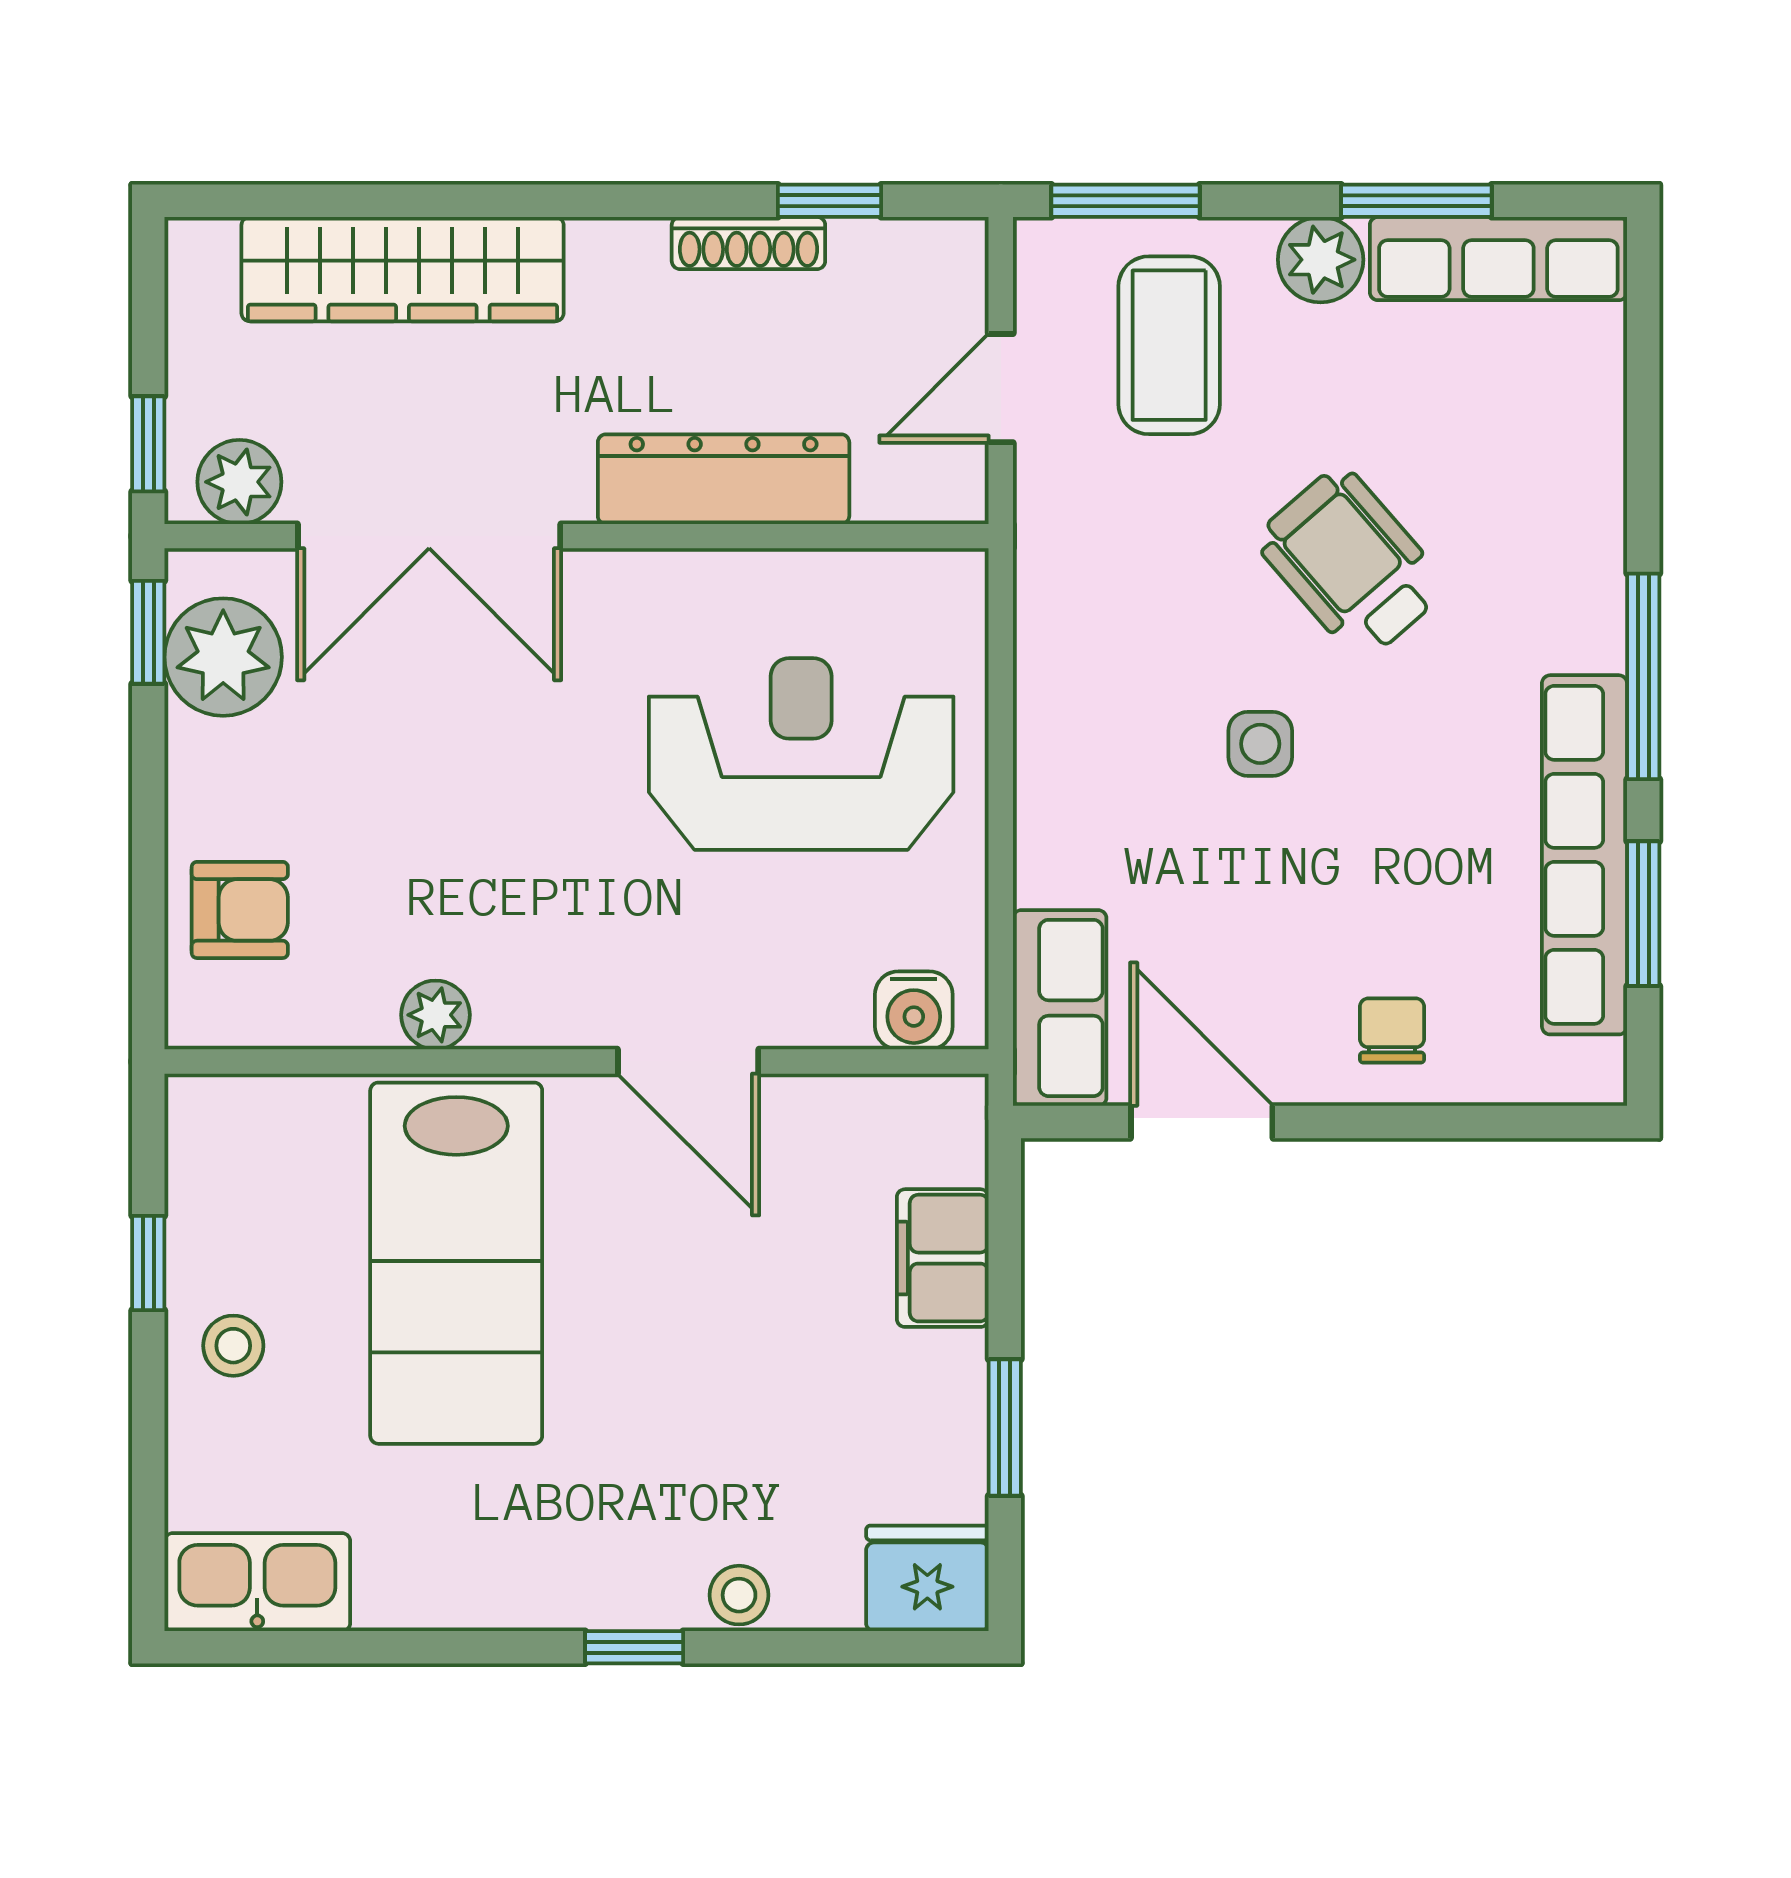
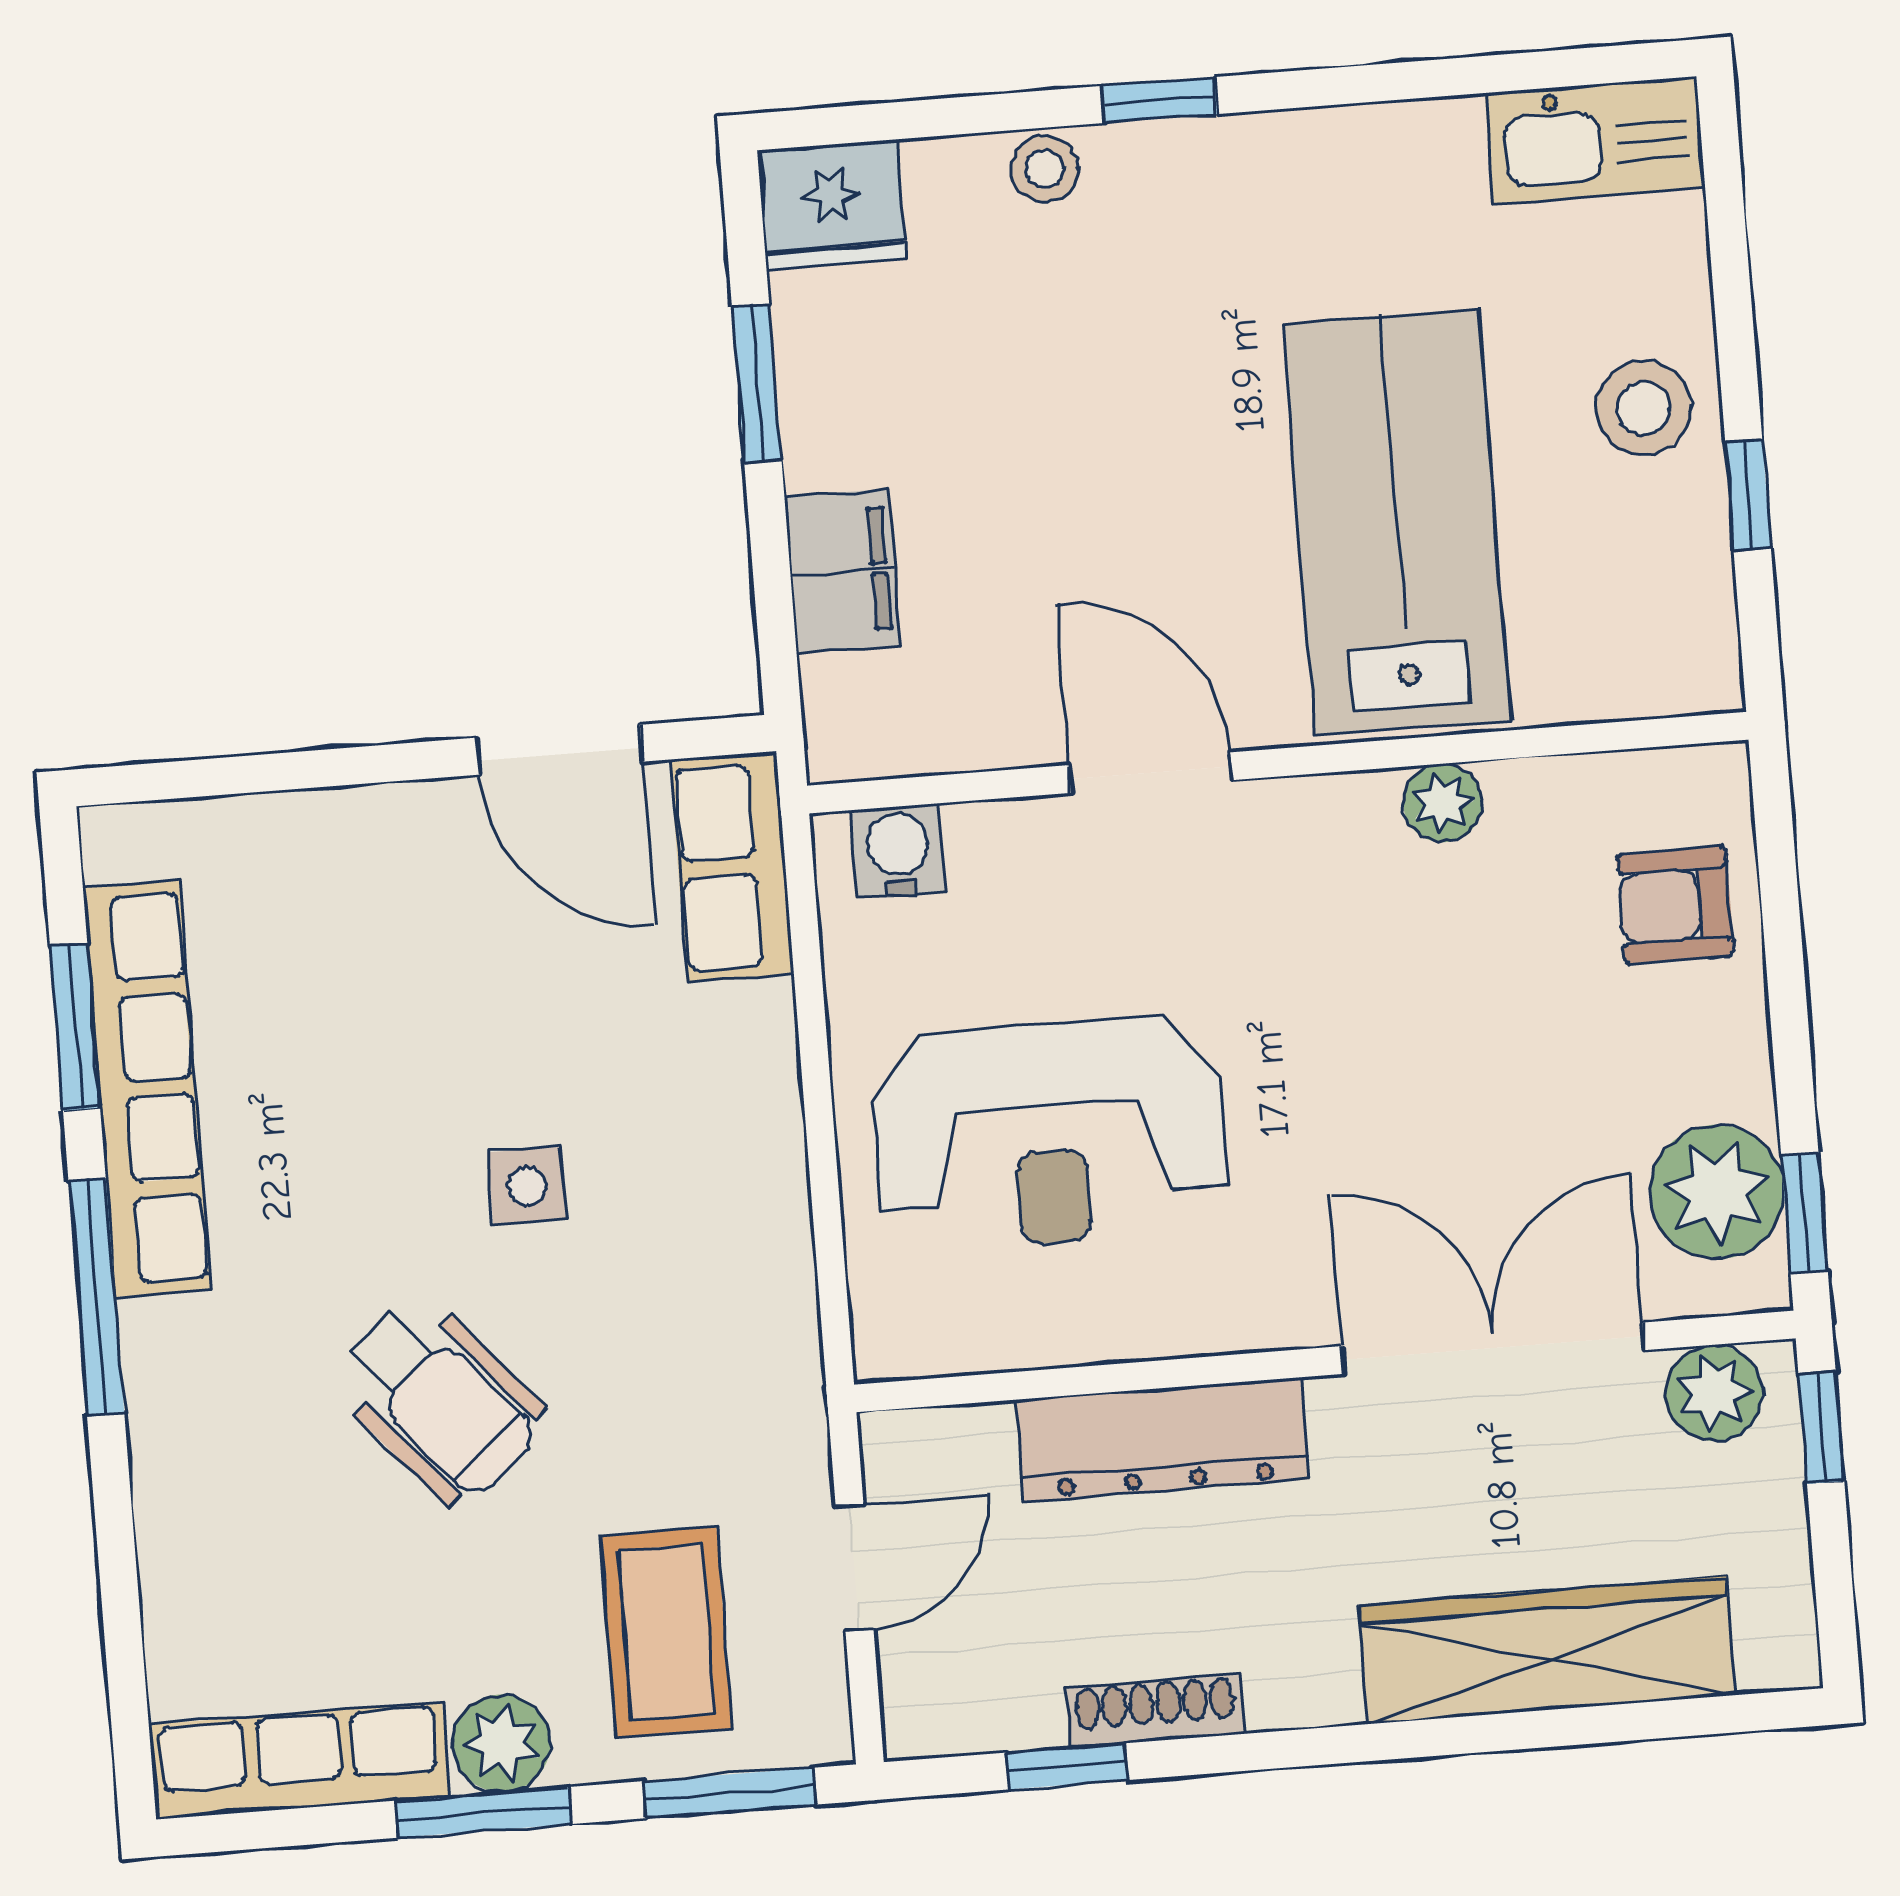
window: (1416, 201) -> (483, 1812), moved
chair: (1392, 1031) -> (351, 871), removed
stool: (233, 1346) -> (1644, 408), width x1.37, depth x1.37

